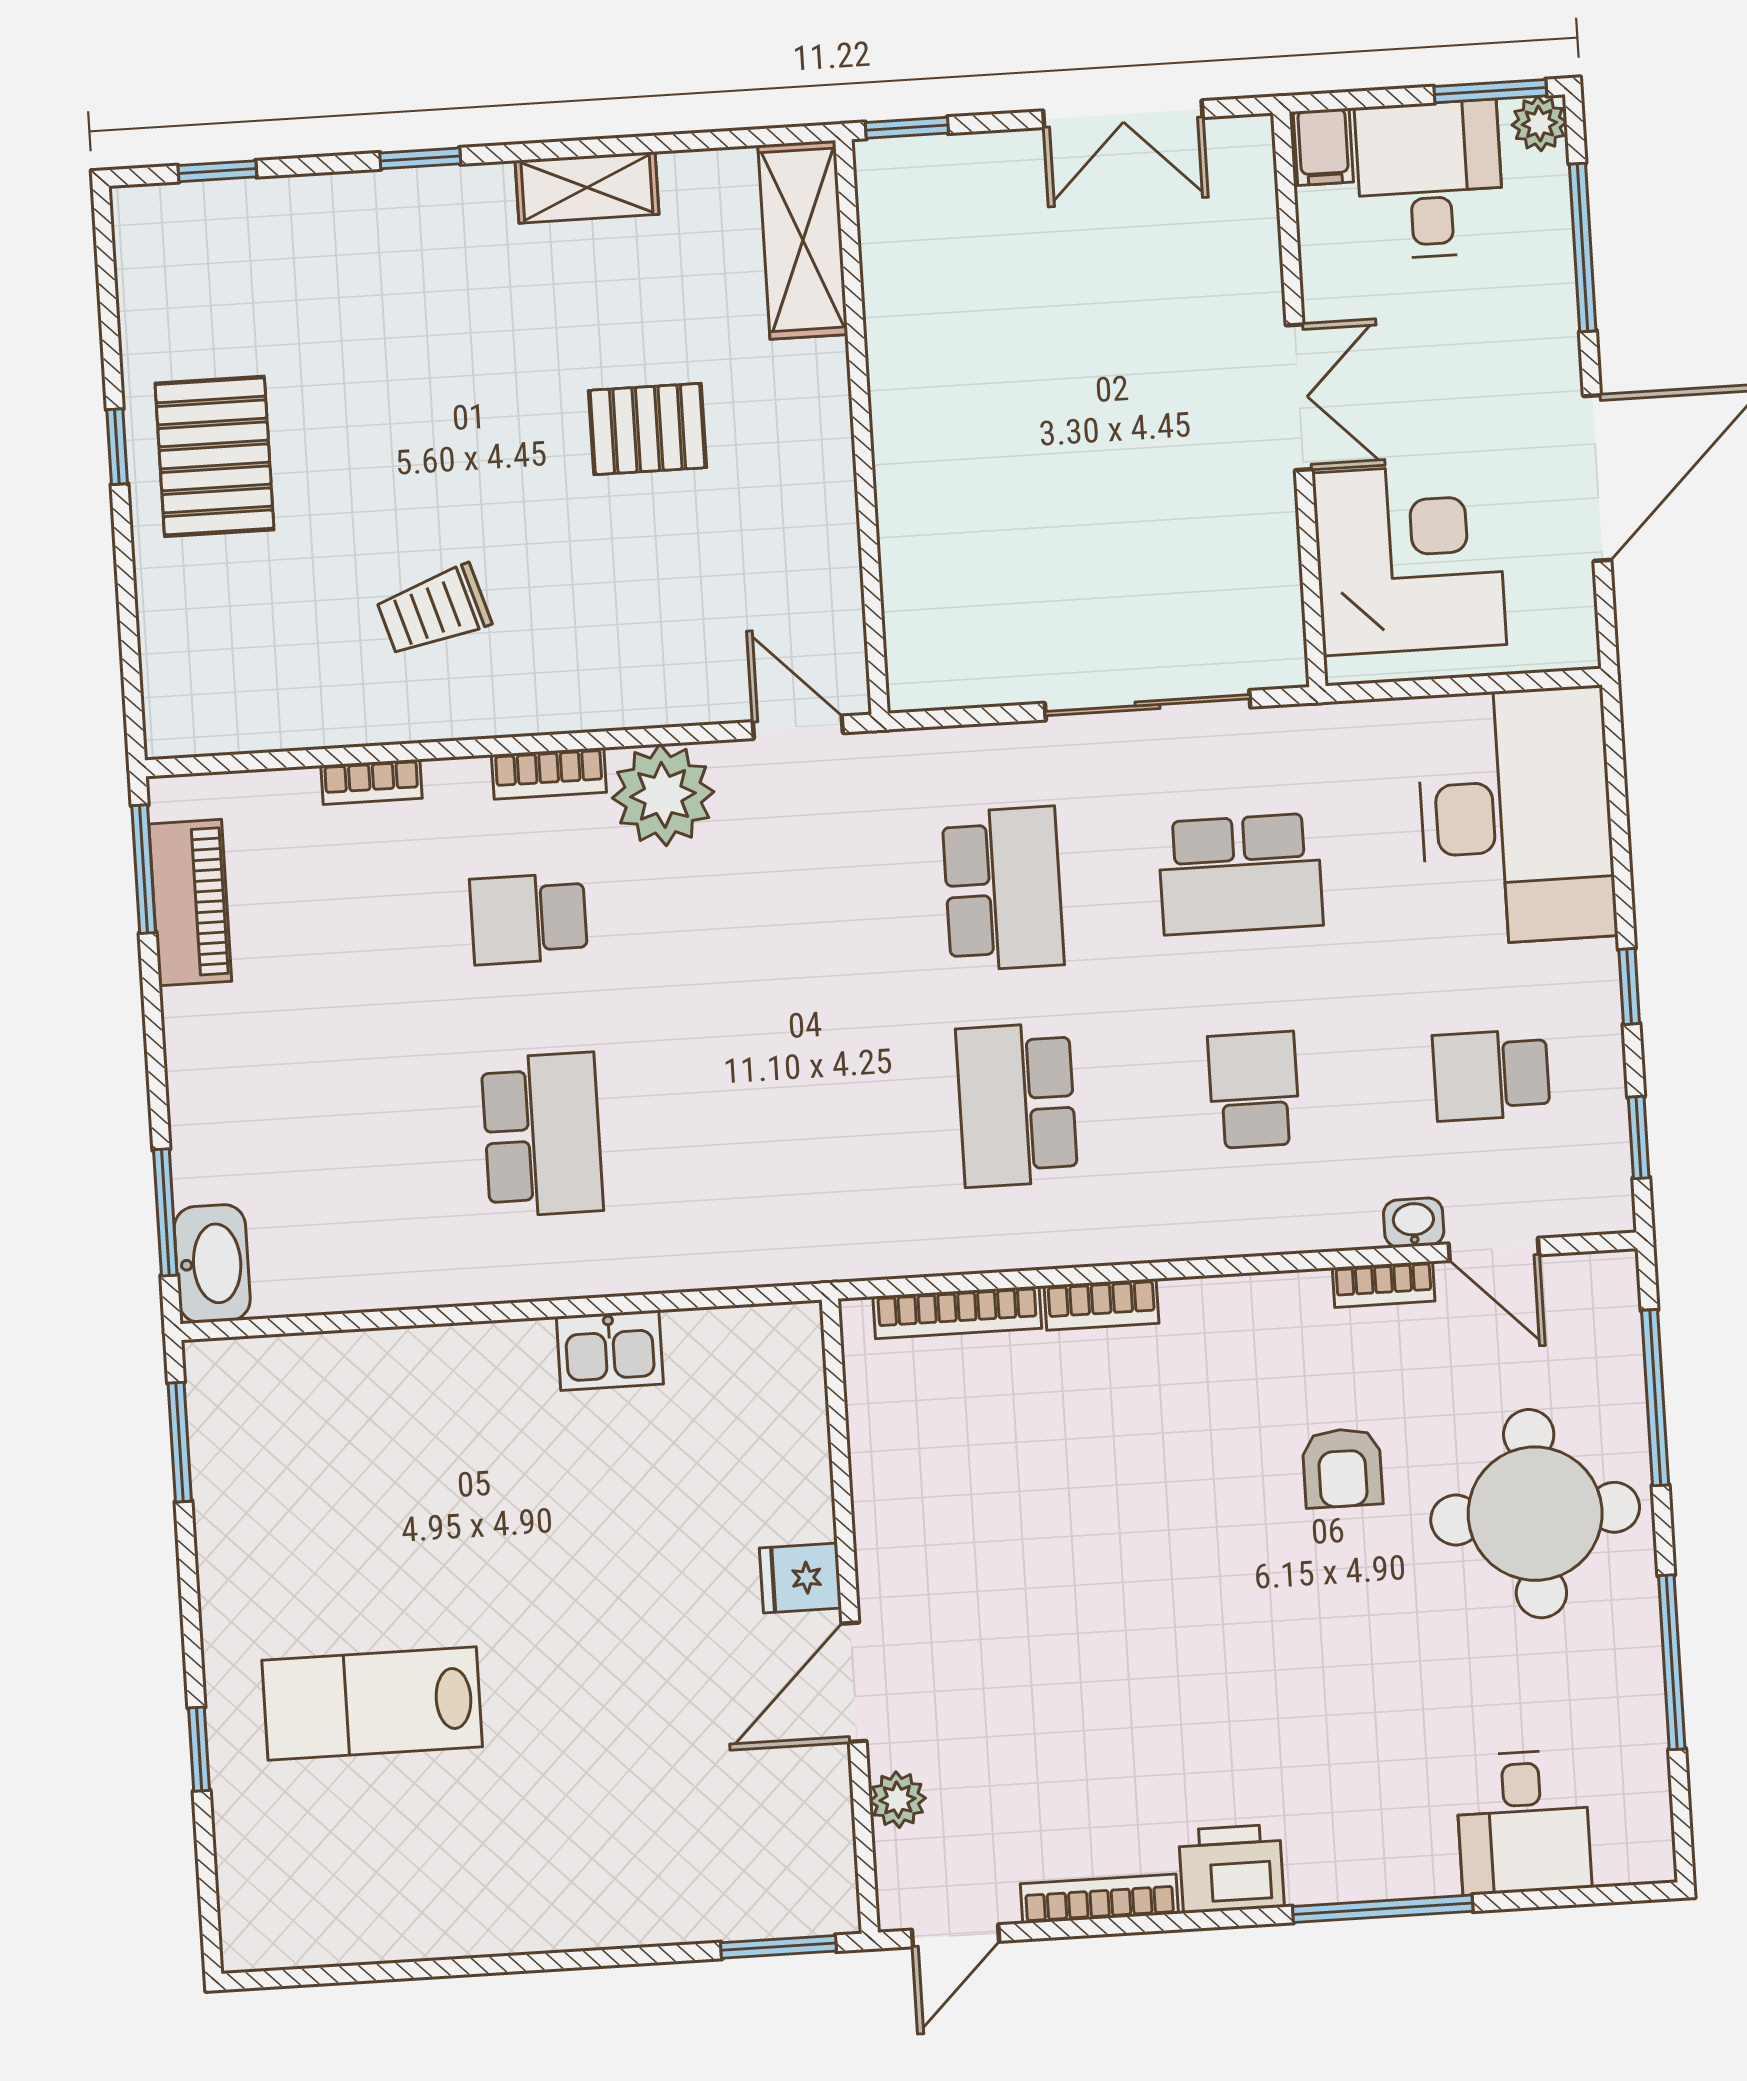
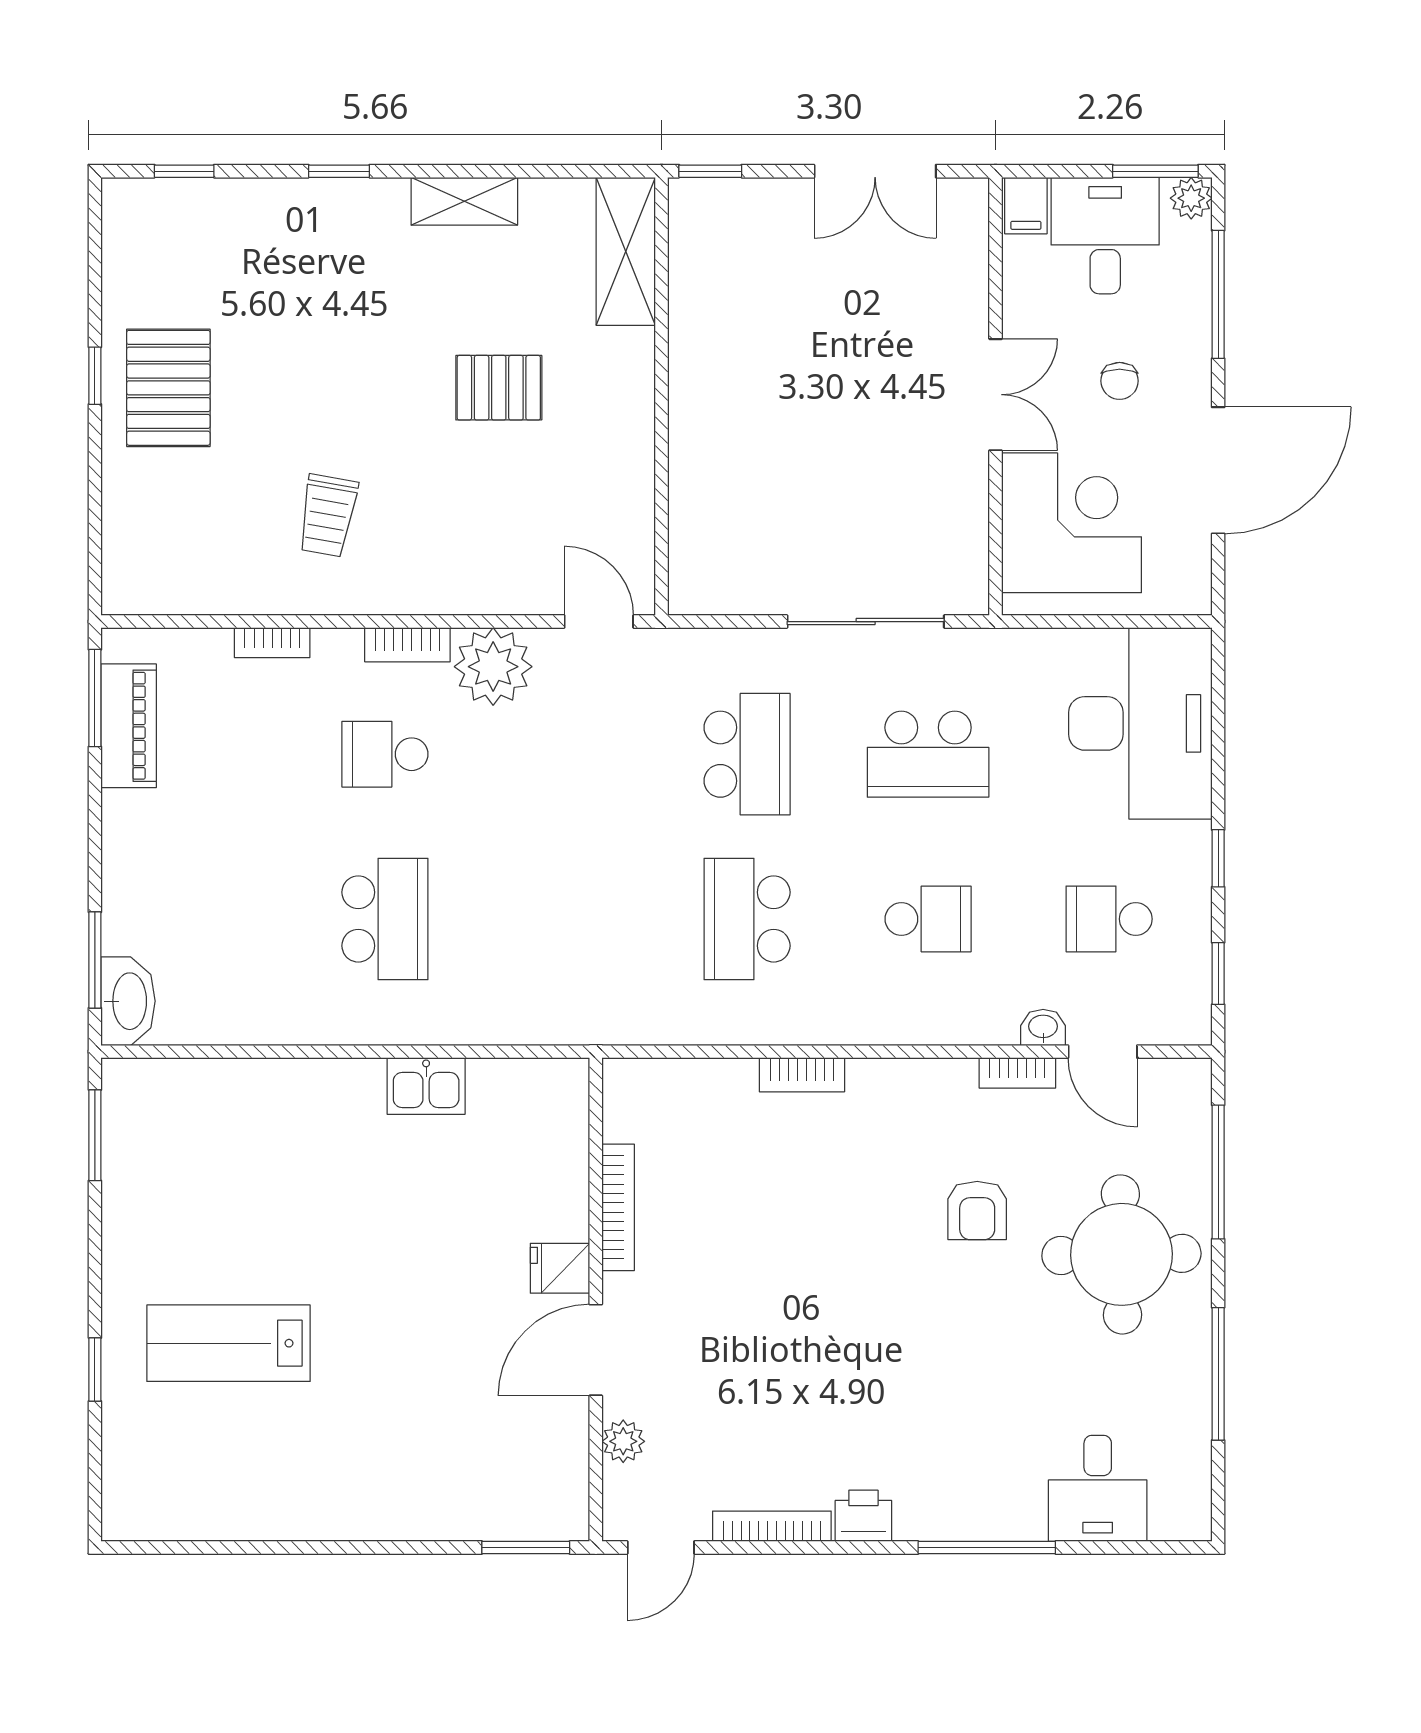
chair: (1461, 369) -> (1120, 381), added
trolley: (434, 611) -> (328, 516), turned -63
school desk: (1254, 1090) -> (928, 919), turned 90
bookcase: (957, 1312) -> (618, 1207), moved, turned -90
printer: (1231, 1869) -> (863, 1516), width x0.73, depth x0.81

